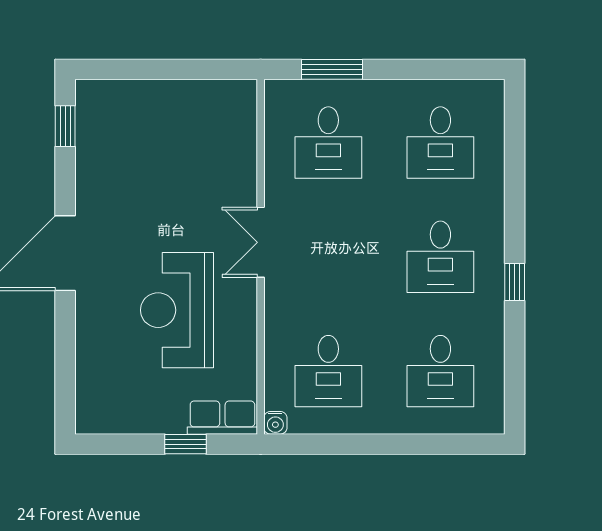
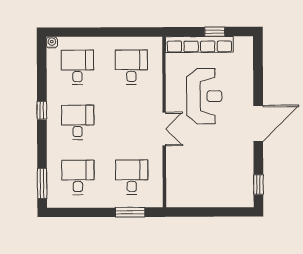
window: (515, 130) -> (42, 183), added
row of seats: (222, 418) -> (199, 44), width x2.02
water cooler: (275, 423) -> (52, 42), moved
window: (186, 444) -> (215, 32), moved

